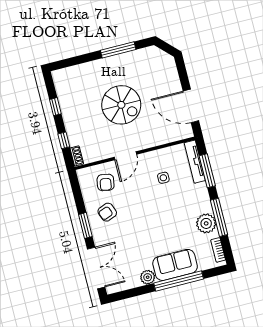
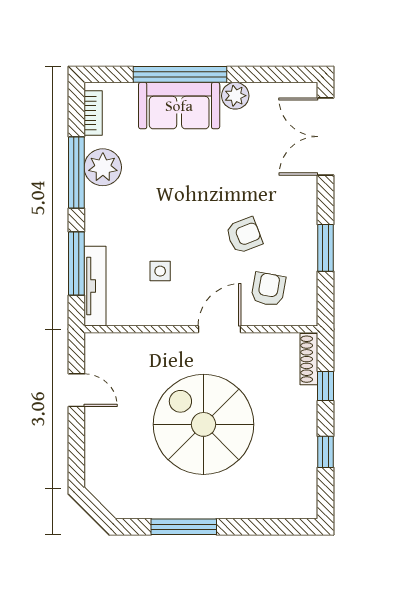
spiral stairs: (121, 105) -> (204, 424), width x1.37, depth x1.37
door: (191, 106) -> (76, 390), width x0.53
shoe rack: (77, 156) -> (309, 359), width x1.43
armchair: (107, 212) -> (244, 235), moved
window: (85, 225) -> (326, 248), moved

